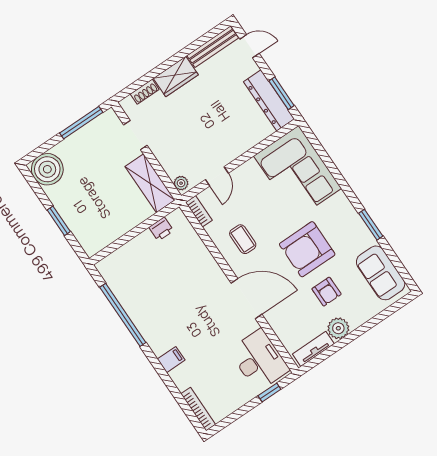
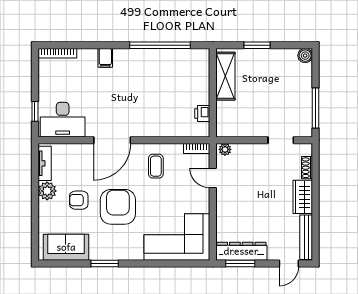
boiler: (47, 169) -> (305, 56), width x0.54, depth x0.54
shelving: (150, 183) -> (225, 76), moved, turned 90
coffee table: (243, 239) -> (156, 166), turned 90

